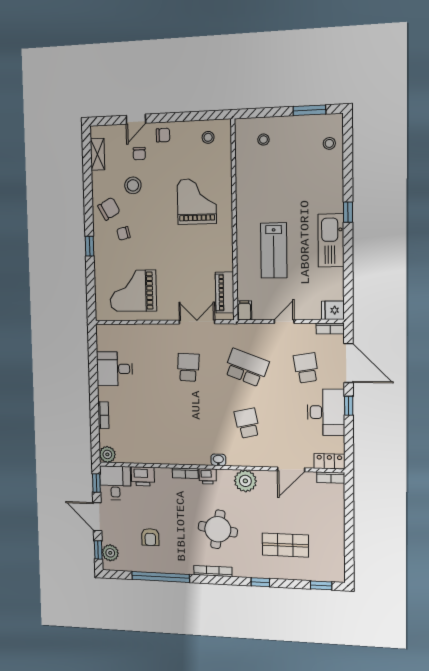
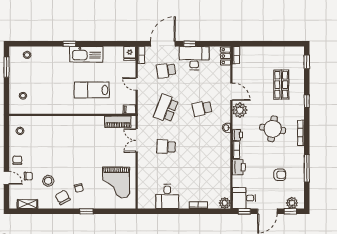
grand piano: (197, 201) -> (60, 139), removed
lab bench: (274, 250) -> (92, 90), turned 180
door: (291, 469) -> (231, 92), moved
printer: (143, 476) -> (239, 167), moved
window: (161, 577) -> (307, 168), width x0.68

